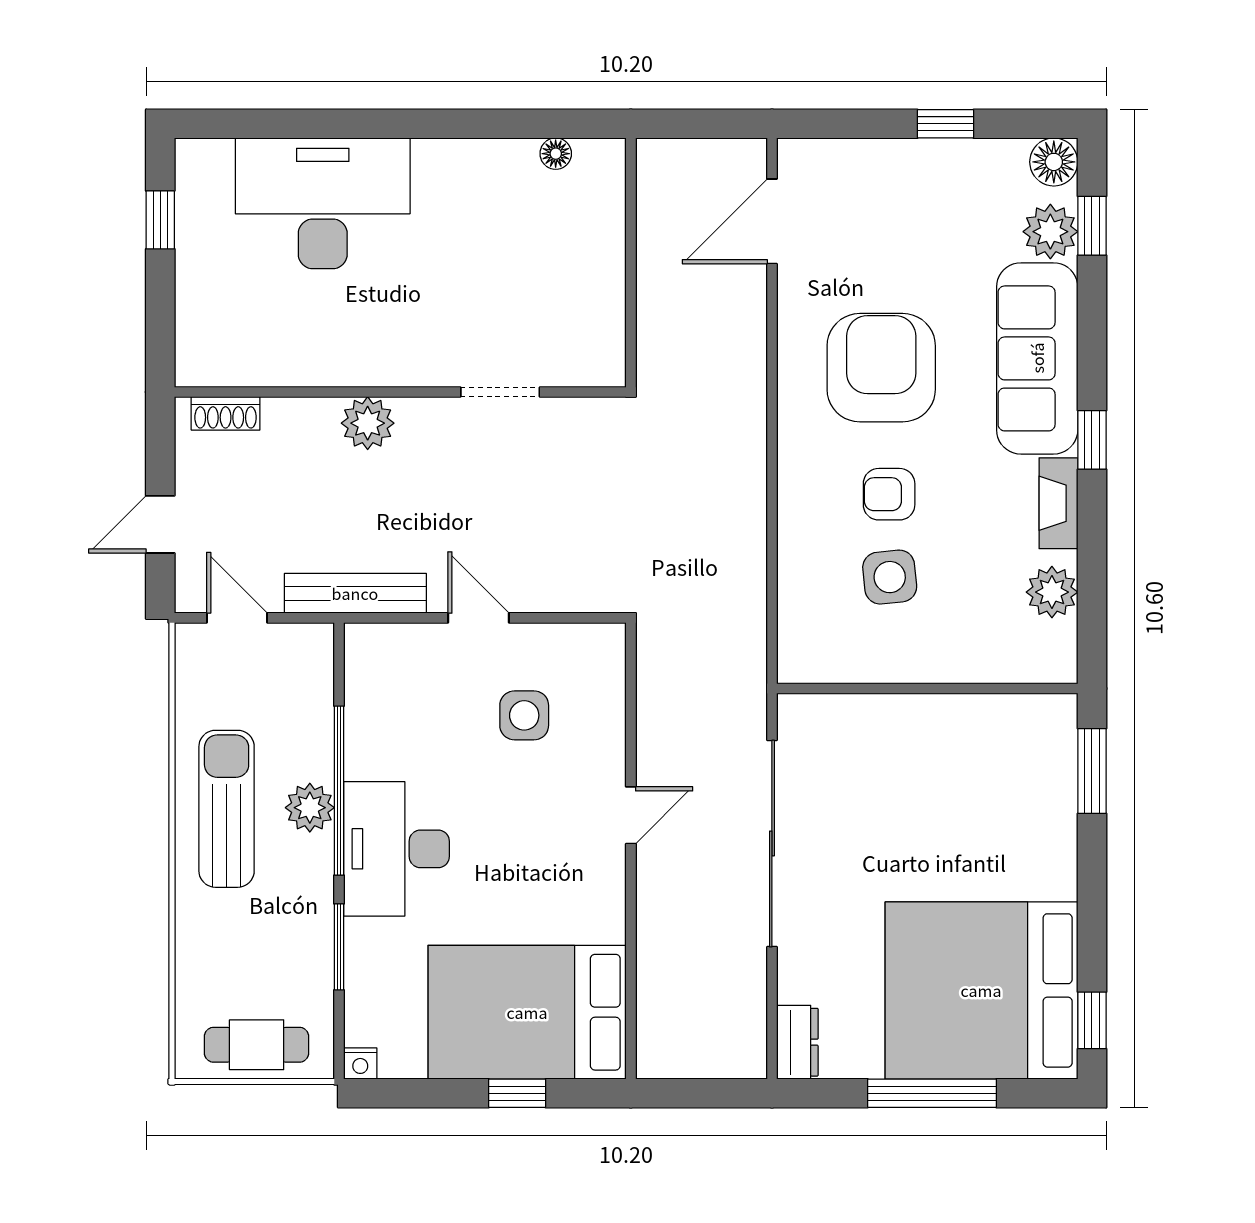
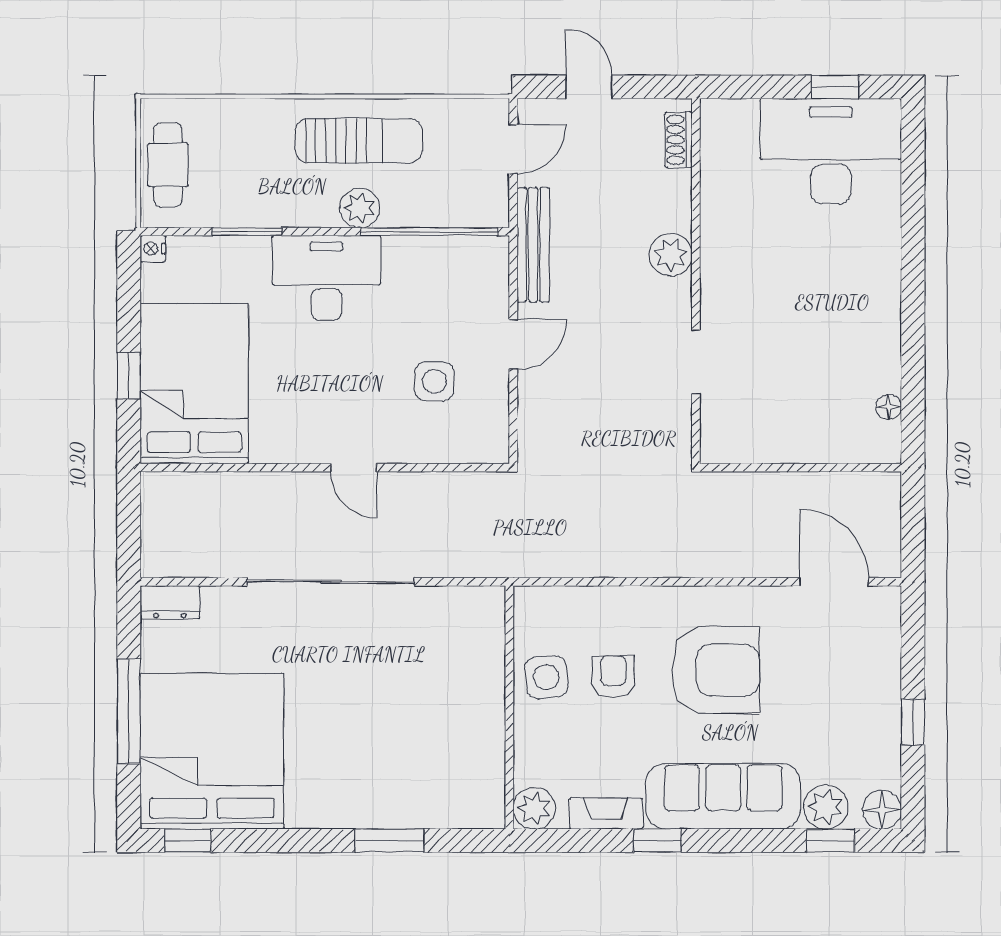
desk: (323, 203) -> (831, 151), moved, turned -90
wall: (927, 688) -> (509, 707), moved
window: (339, 791) -> (429, 232), moved

